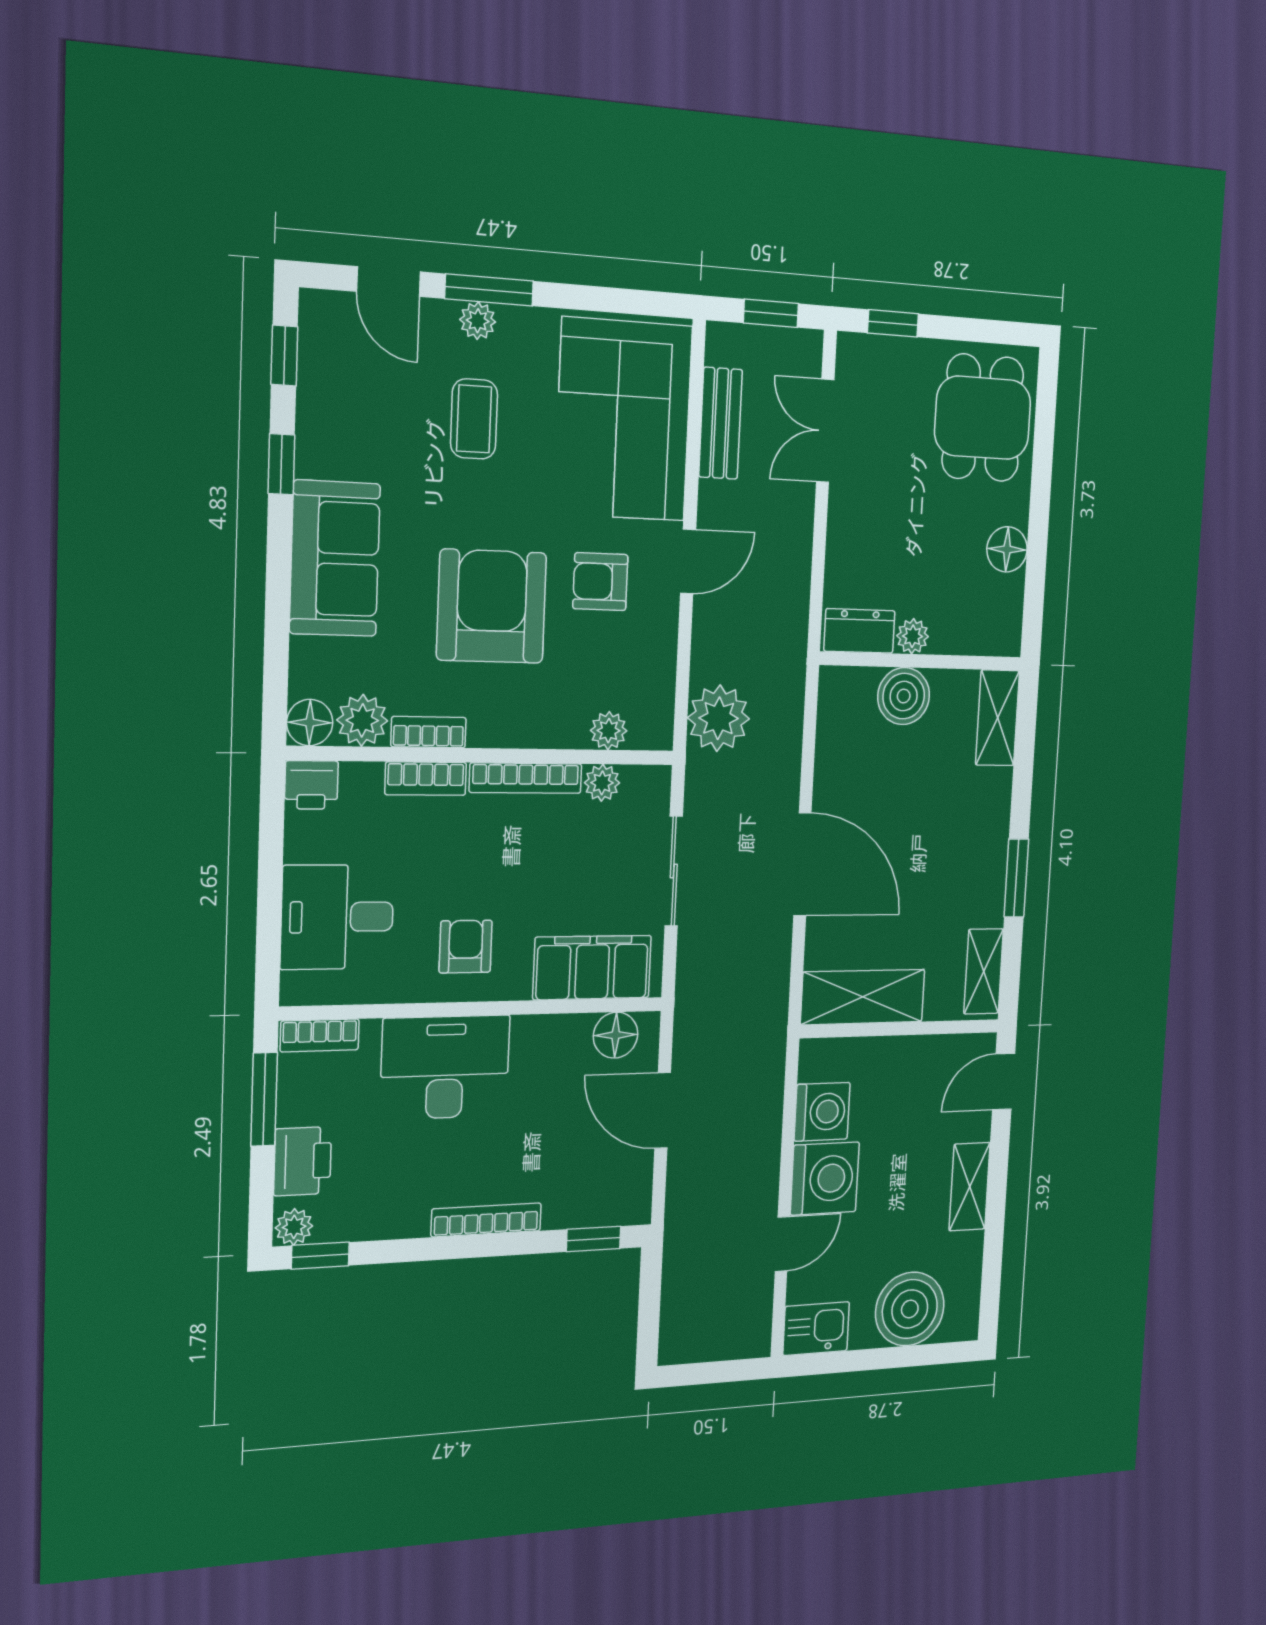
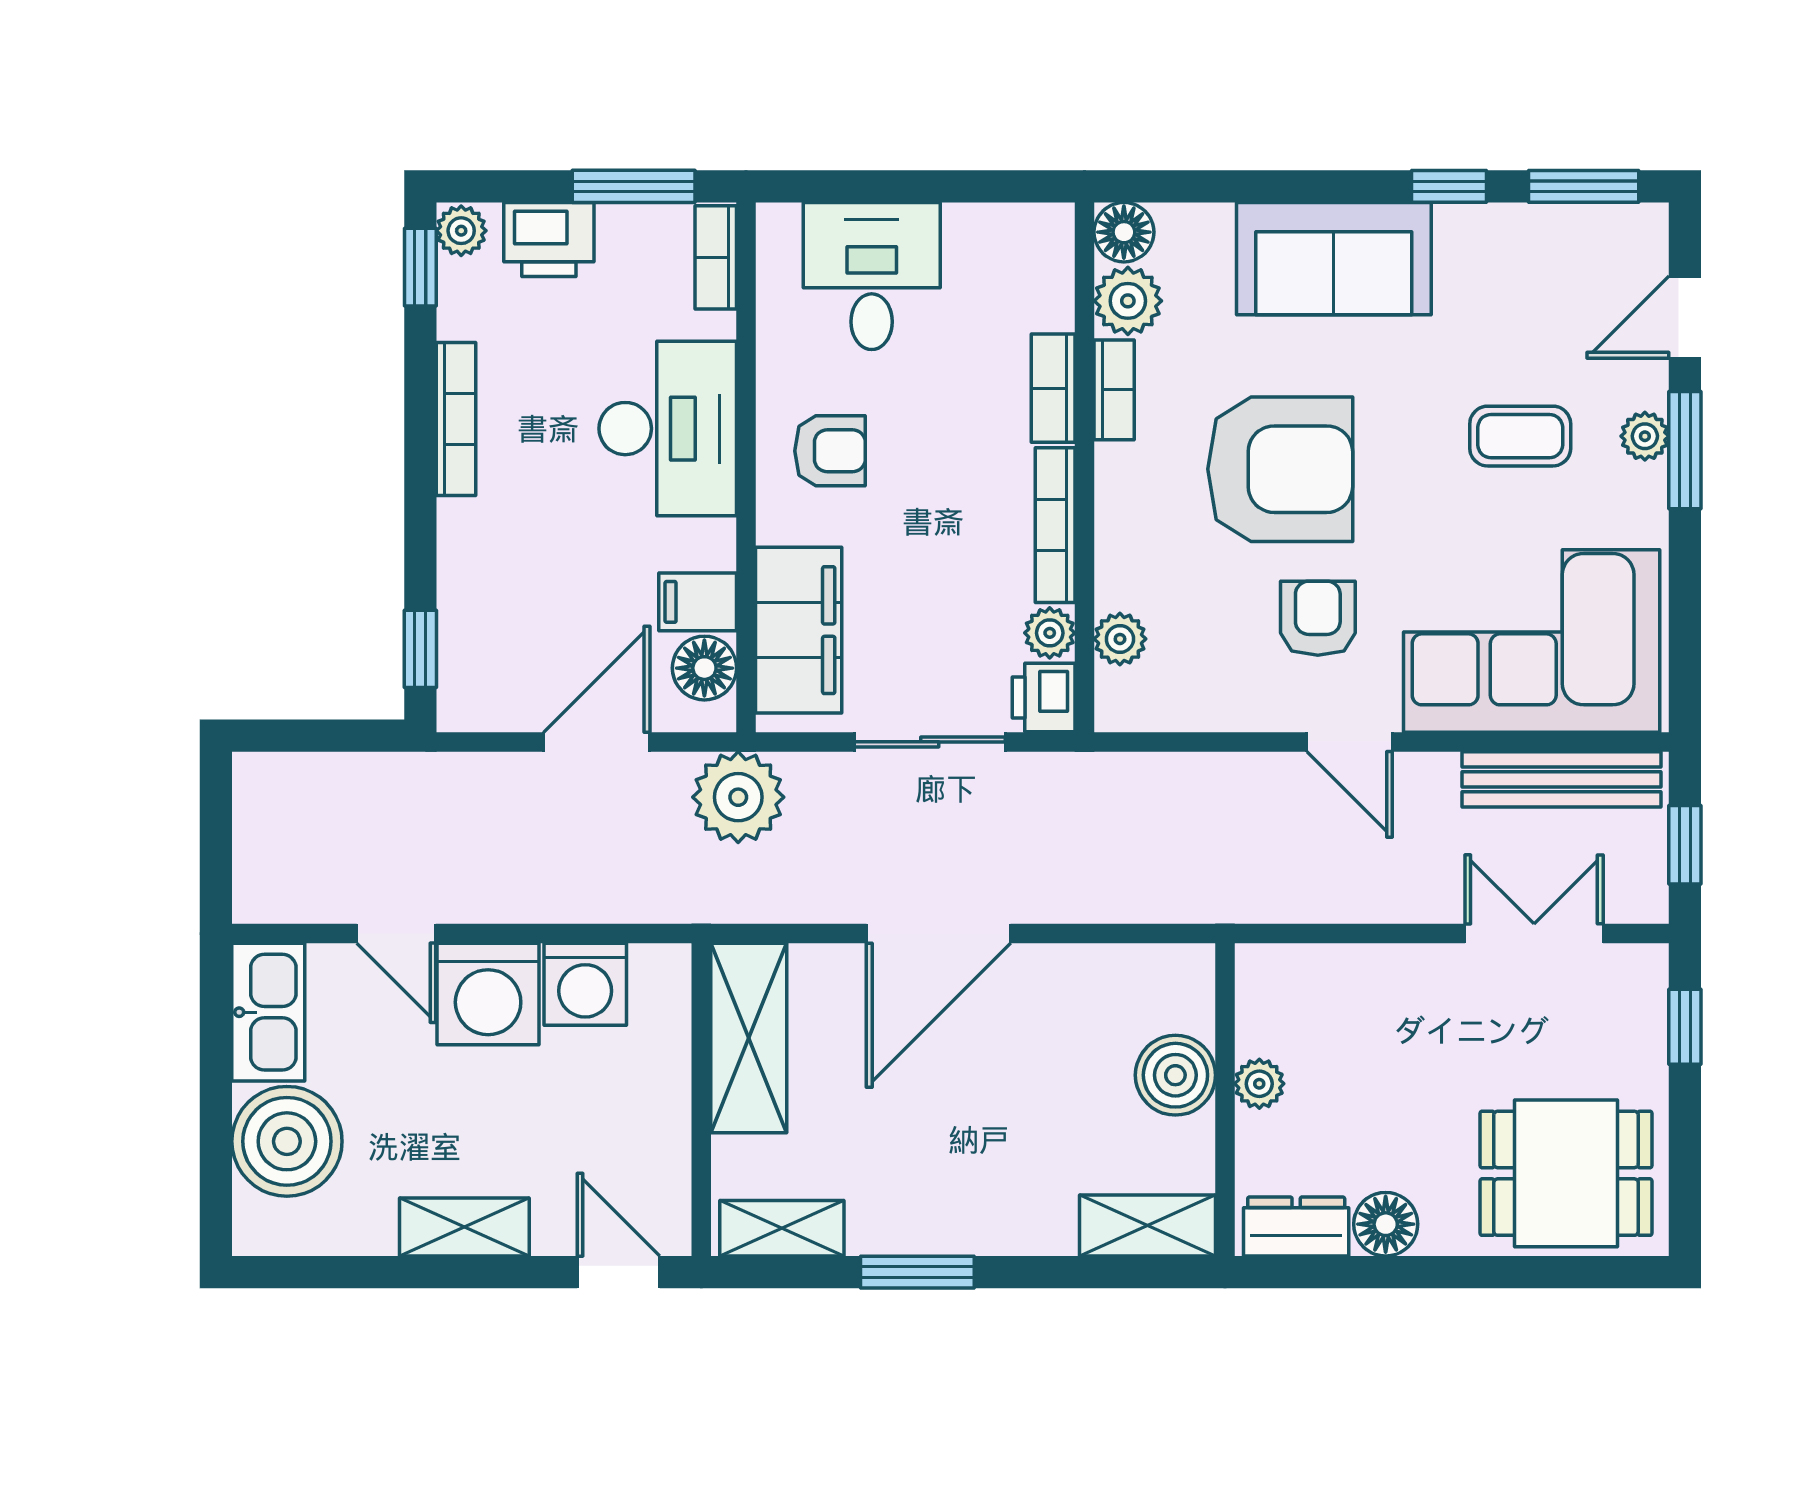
window: (284, 356) -> (1584, 186), width x1.50
bench: (721, 423) -> (1562, 779), width x1.36
dresser: (859, 631) -> (1296, 1227), moved, turned -90
plant: (719, 718) -> (738, 797), moved
printer: (311, 785) -> (1044, 698), moved
filing cabinet: (569, 1041) -> (698, 602), added
bookcase: (486, 1220) -> (456, 419), moved
kitchen sink: (816, 1329) -> (268, 1012), width x1.38

